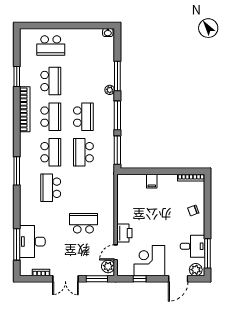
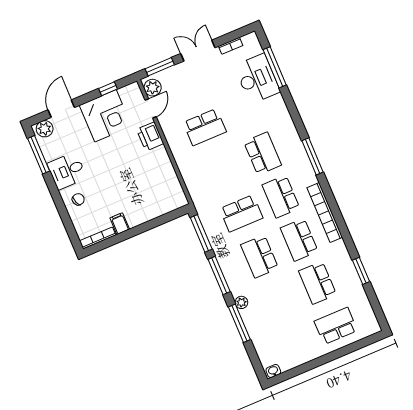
bookcase: (25, 109) -> (325, 213), moved
school desk: (83, 152) -> (241, 213), turned 90
filing cabinet: (152, 181) -> (120, 224), moved
desk: (193, 246) -> (67, 171), moved

